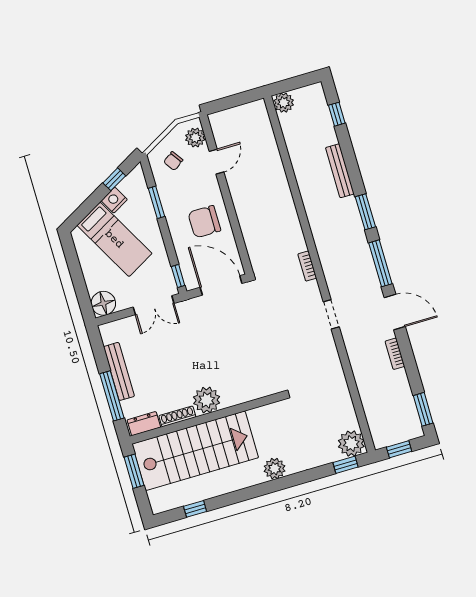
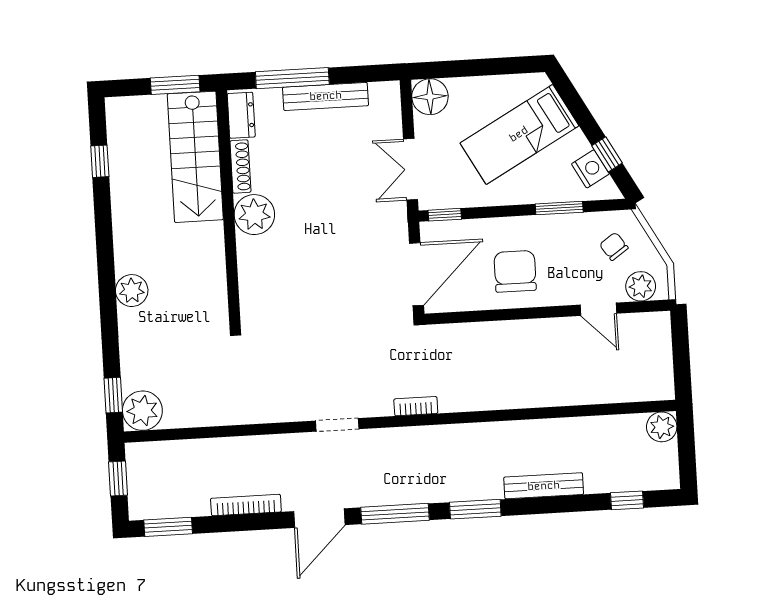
nightstand: (114, 200) -> (590, 169), moved
bookcase: (395, 354) -> (246, 505), width x1.56
stairs: (195, 451) -> (195, 157), width x0.73, depth x0.66

